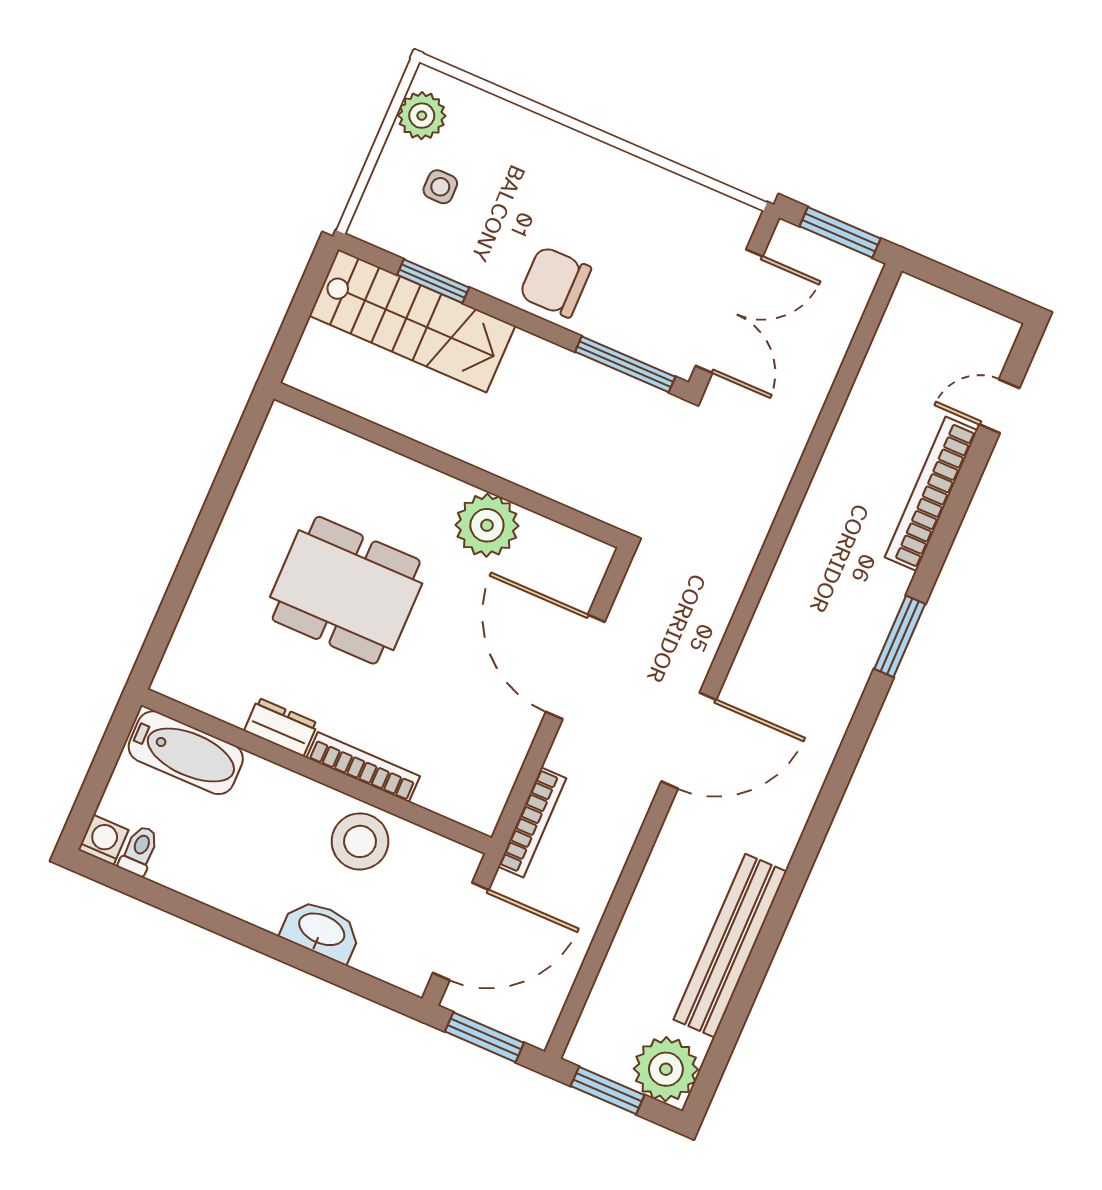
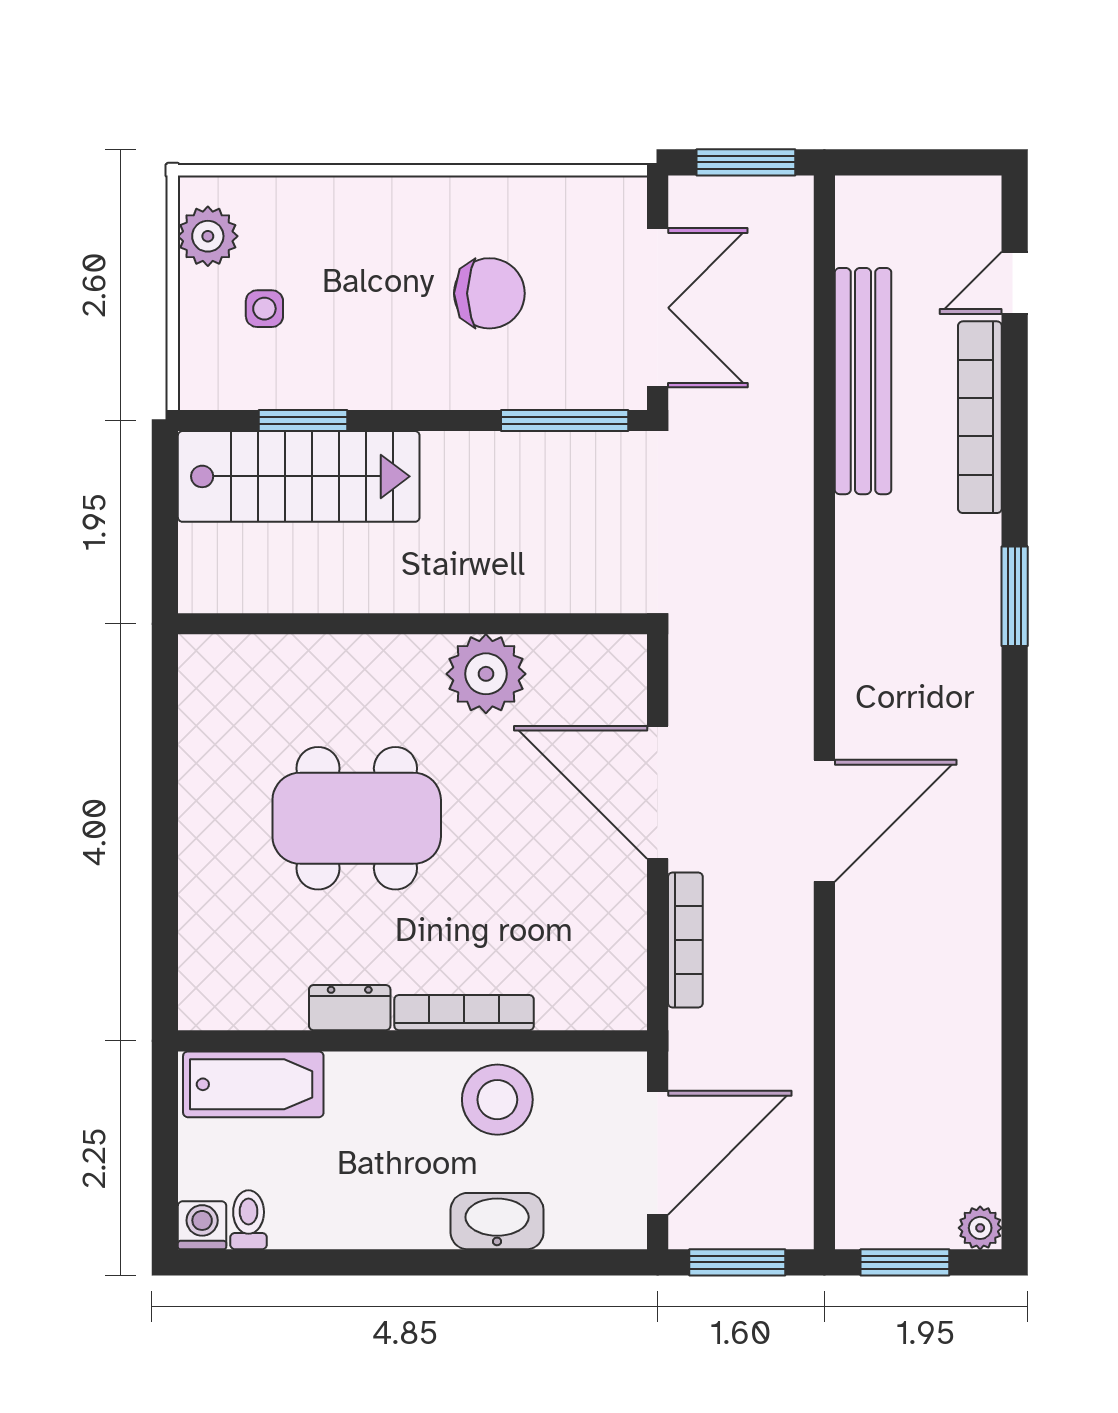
chair: (555, 282) -> (489, 293), moved, turned 180
bookcase: (532, 822) -> (685, 940), moved
bench: (730, 946) -> (863, 381), moved
plant: (666, 1069) -> (980, 1228), width x0.53, depth x0.53

